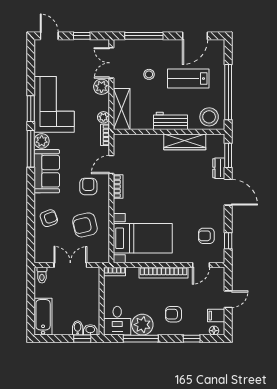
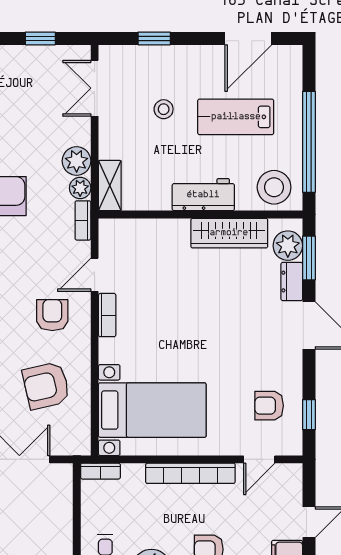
window: (144, 36) -> (154, 38), width x0.46
plant: (101, 87) -> (77, 161), moved
shelving: (122, 109) -> (110, 185), width x0.67, depth x0.75
plant: (217, 149) -> (288, 246), added

